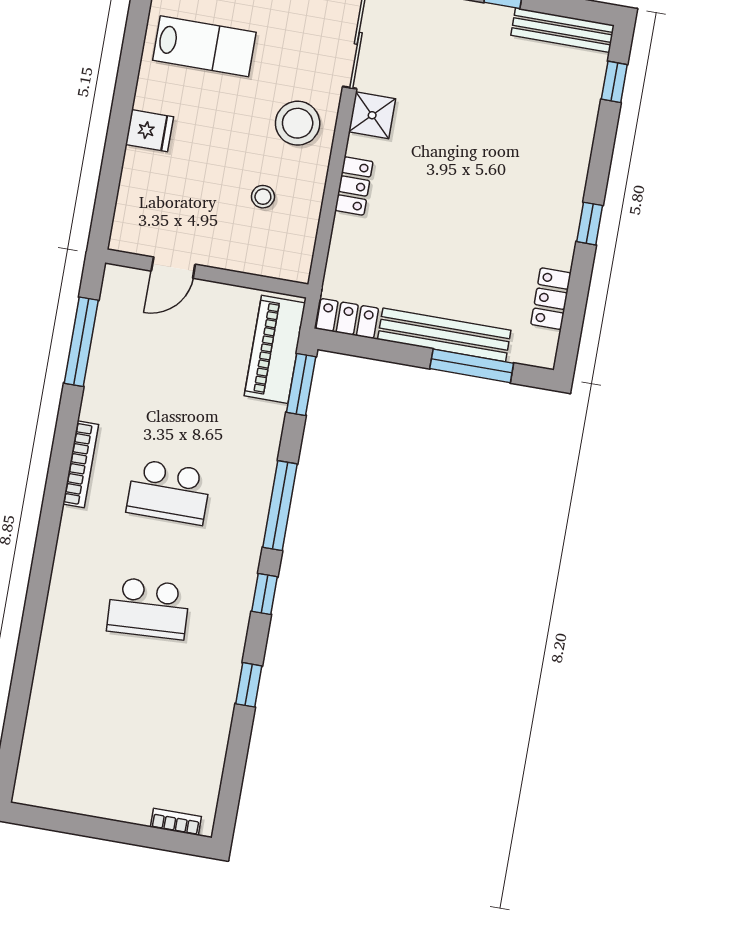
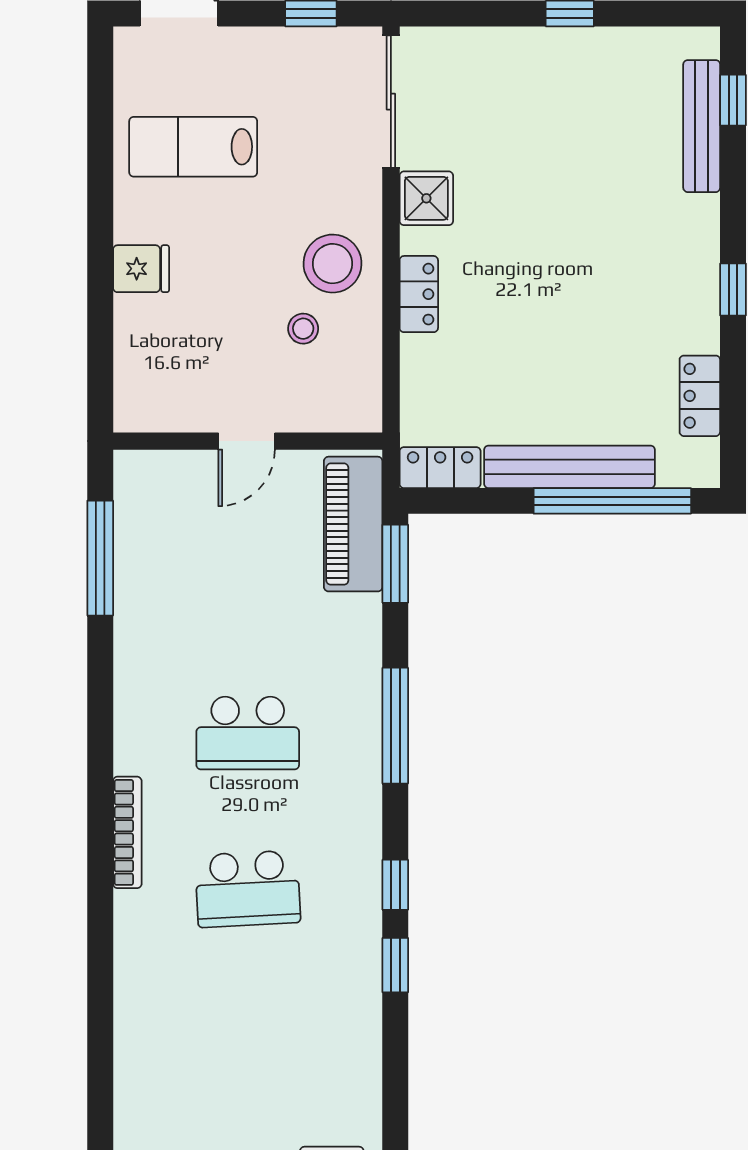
bench: (563, 30) -> (702, 126), moved, turned 90
lab bench: (204, 46) -> (193, 147), turned 180
stool: (298, 123) -> (333, 264), moved
door: (173, 268) -> (247, 441), moved
window: (472, 366) -> (612, 501), width x1.46
bookcase: (81, 464) -> (127, 832), moved
window: (265, 594) -> (395, 885), moved

